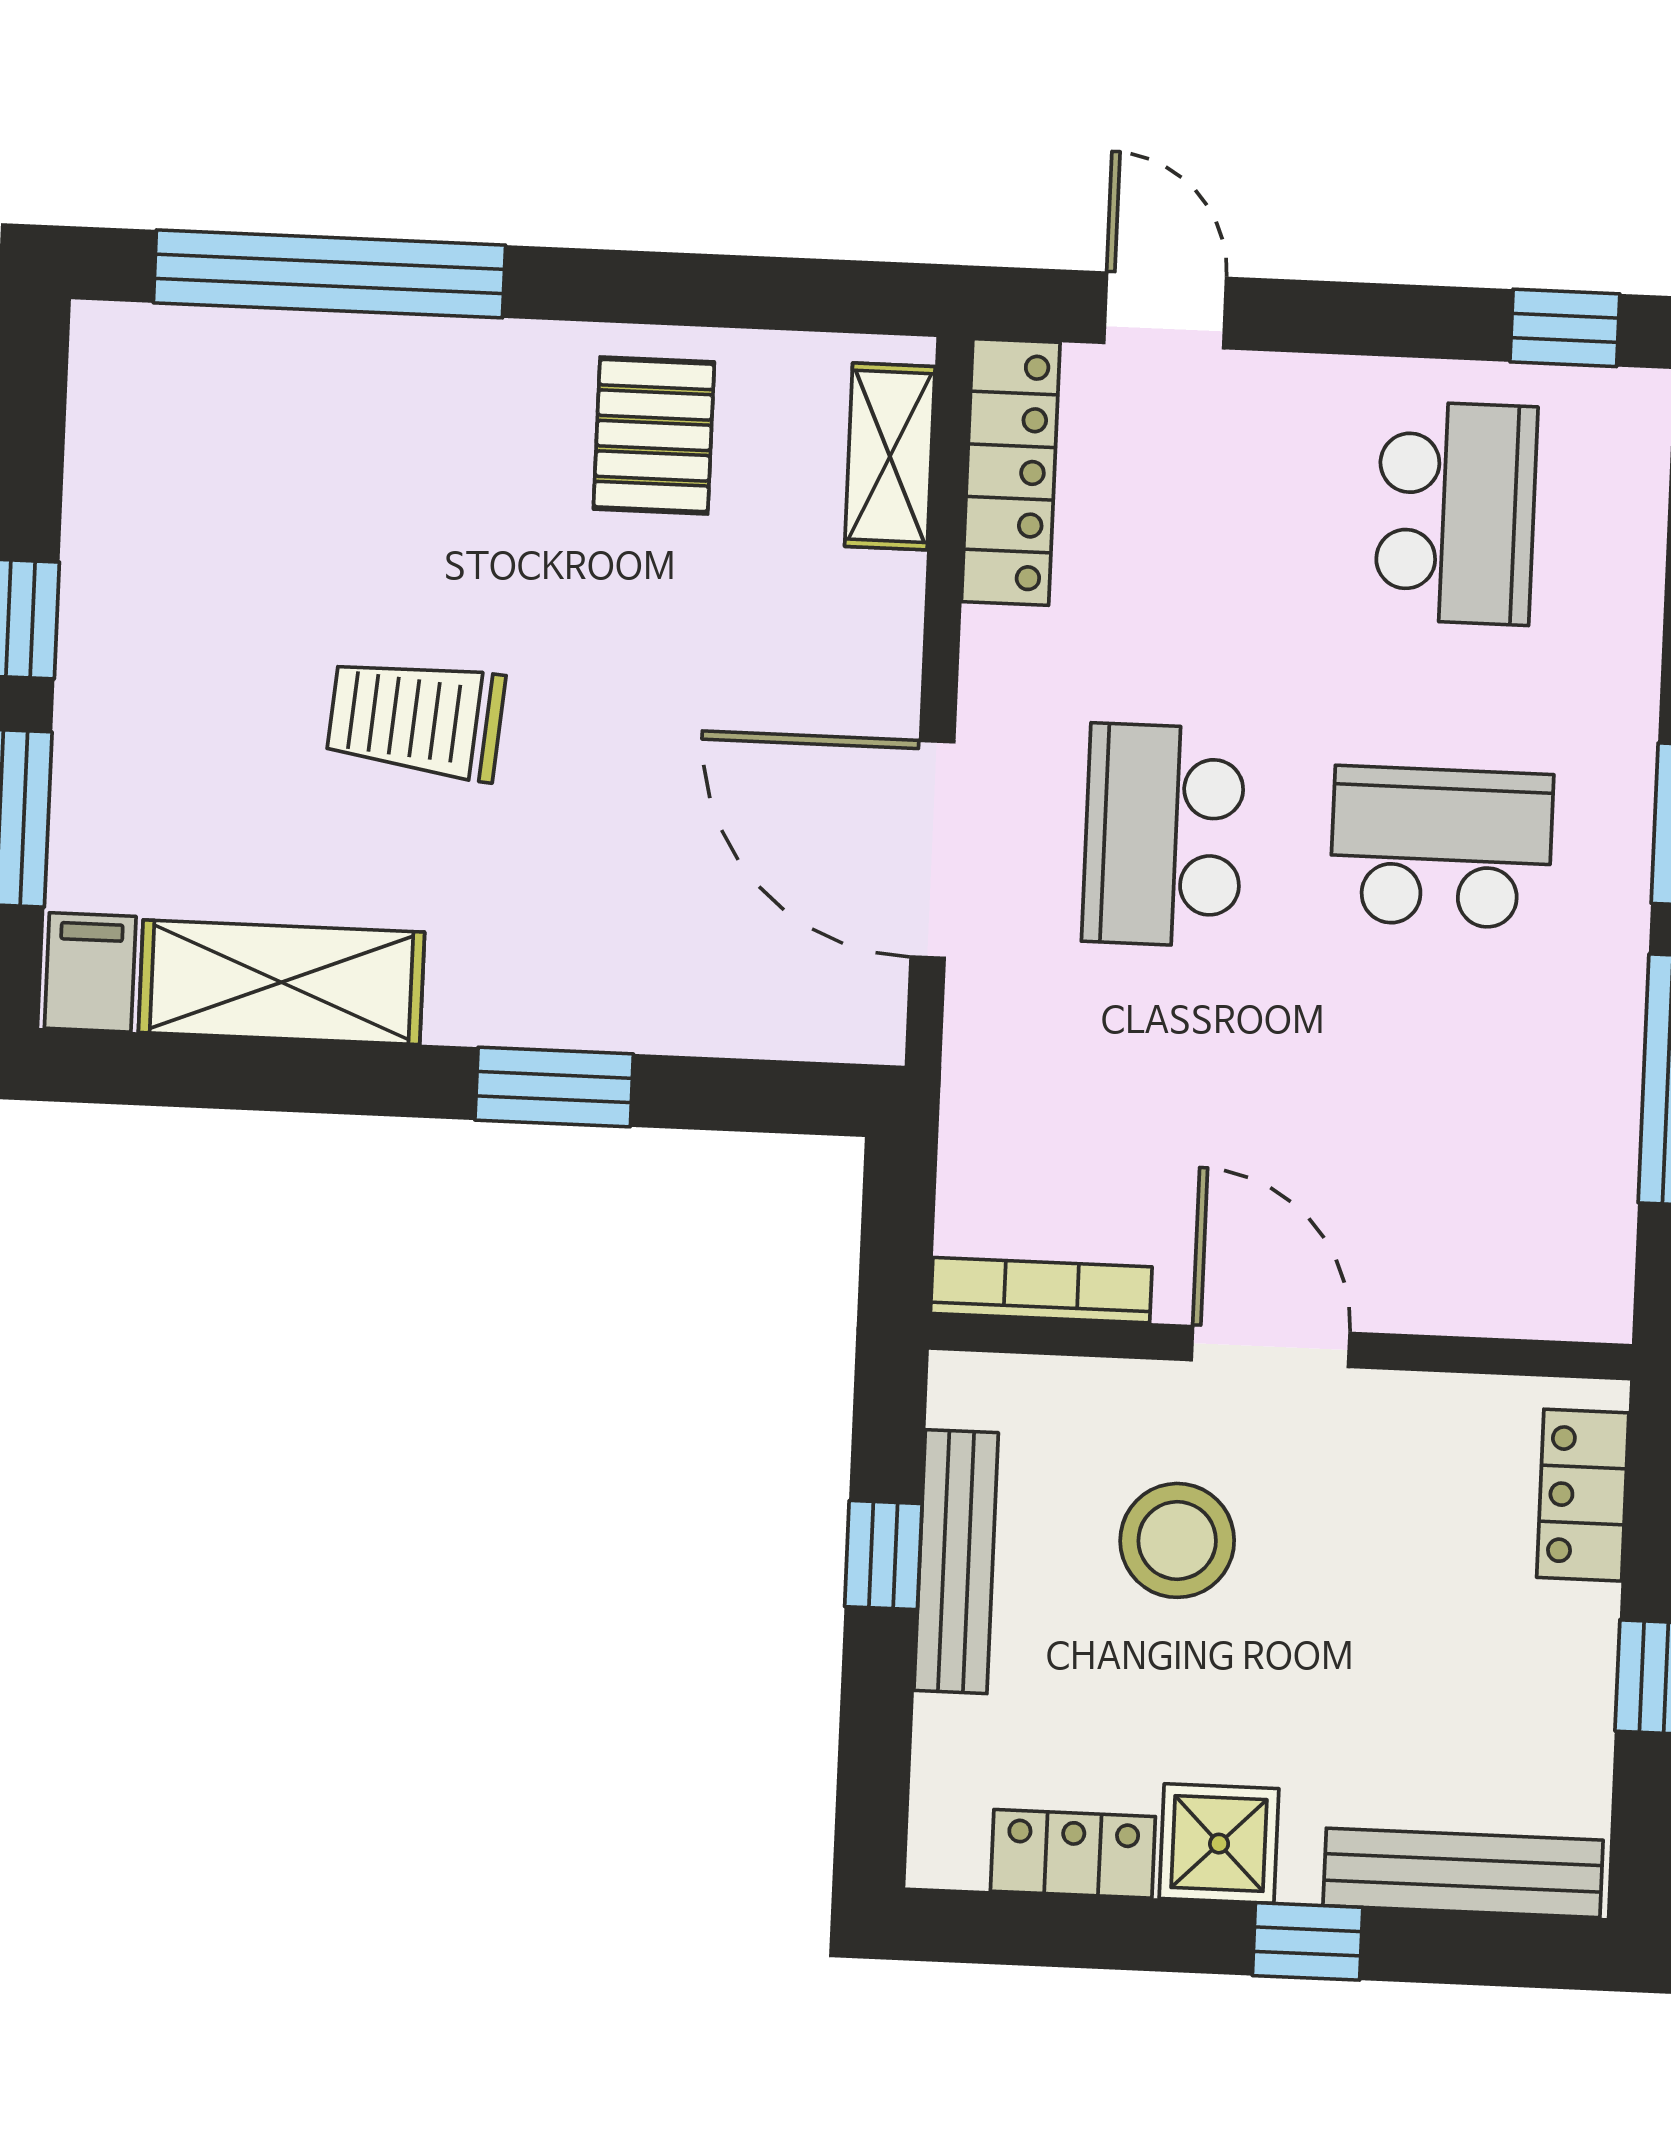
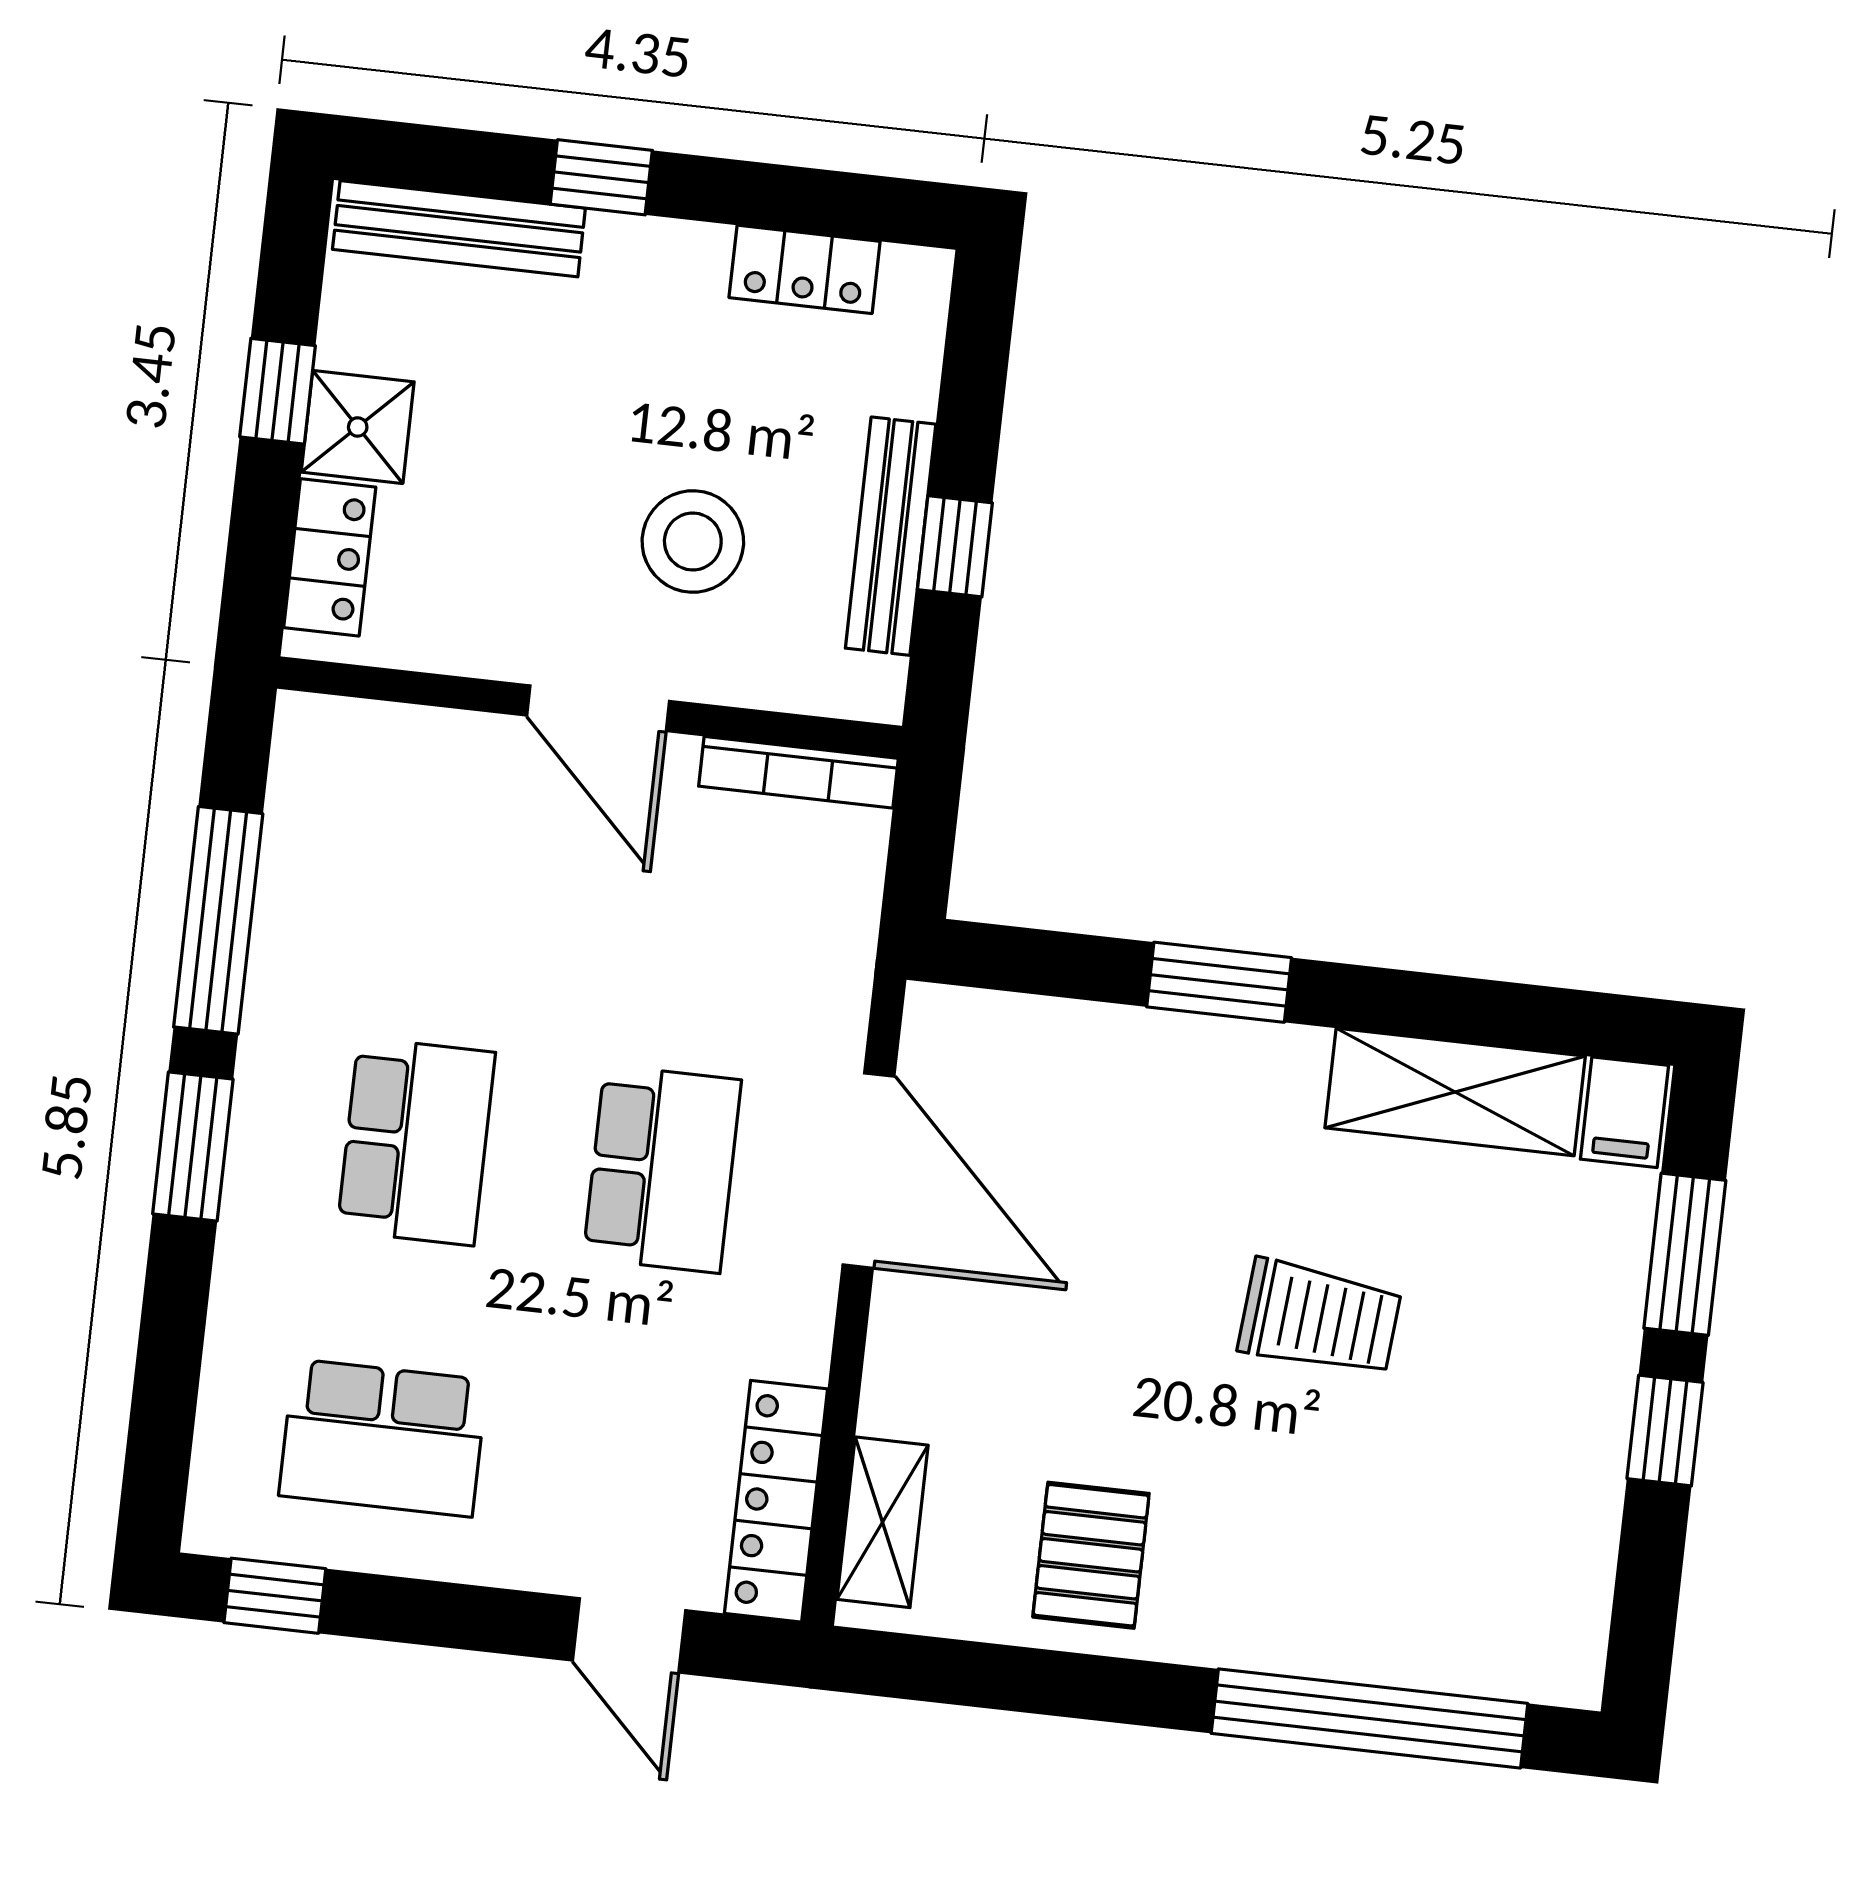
school desk: (1456, 513) -> (383, 1438), turned -90
school desk: (1441, 847) -> (416, 1142), turned -90
shower: (1219, 1844) -> (358, 427), moved

